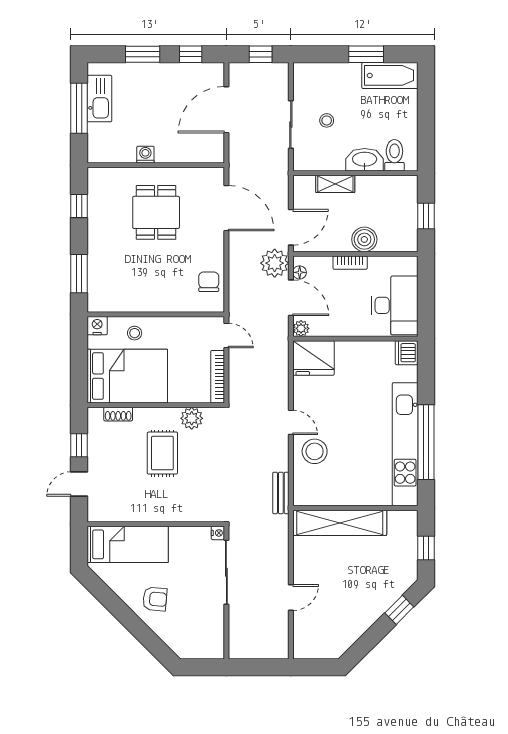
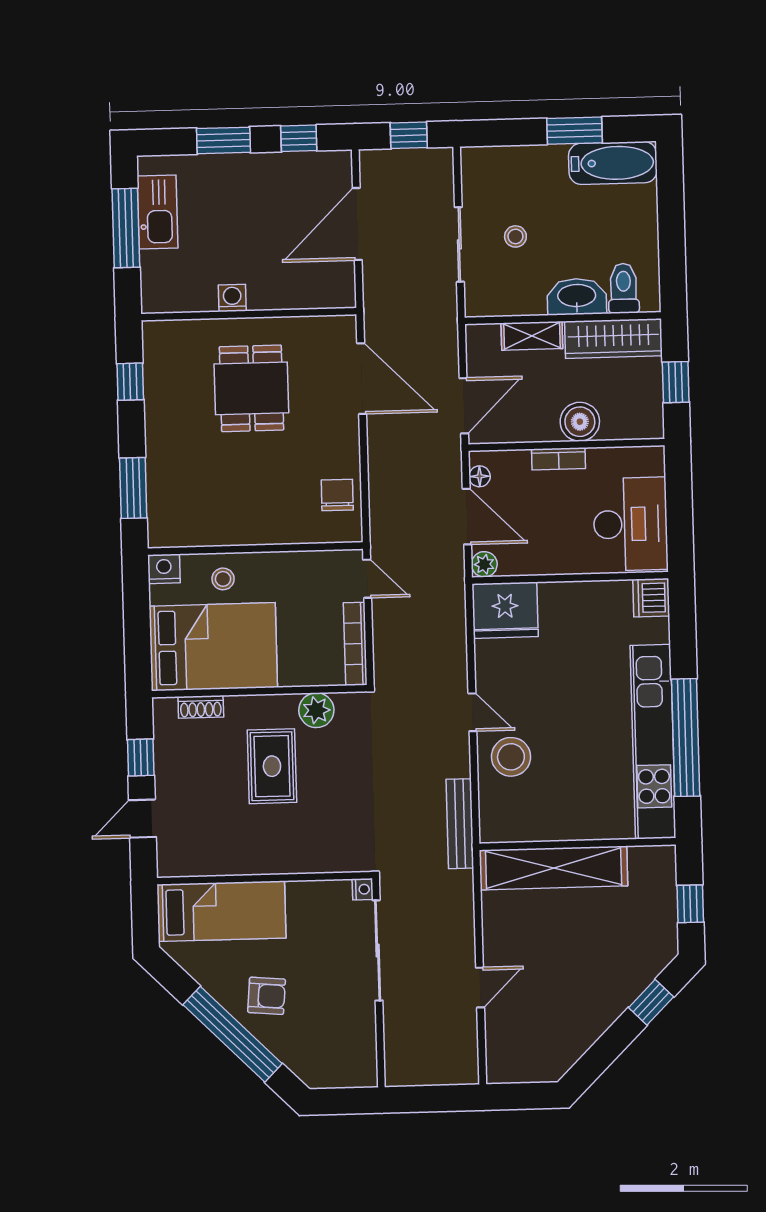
wardrobe: (387, 187) -> (613, 338), added
plant: (275, 263) -> (440, 463), removed
bench: (281, 493) -> (460, 824), width x1.36
window: (133, 623) -> (233, 1034), added

